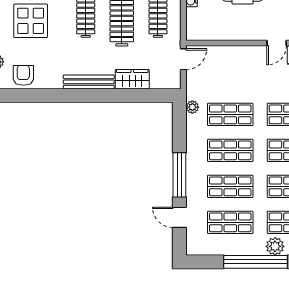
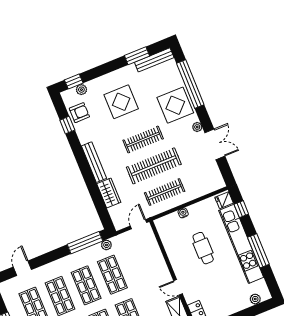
door: (183, 59) -> (139, 224), swing flipped
window: (32, 95) -> (67, 125), added
window: (179, 175) -> (85, 243), moved

